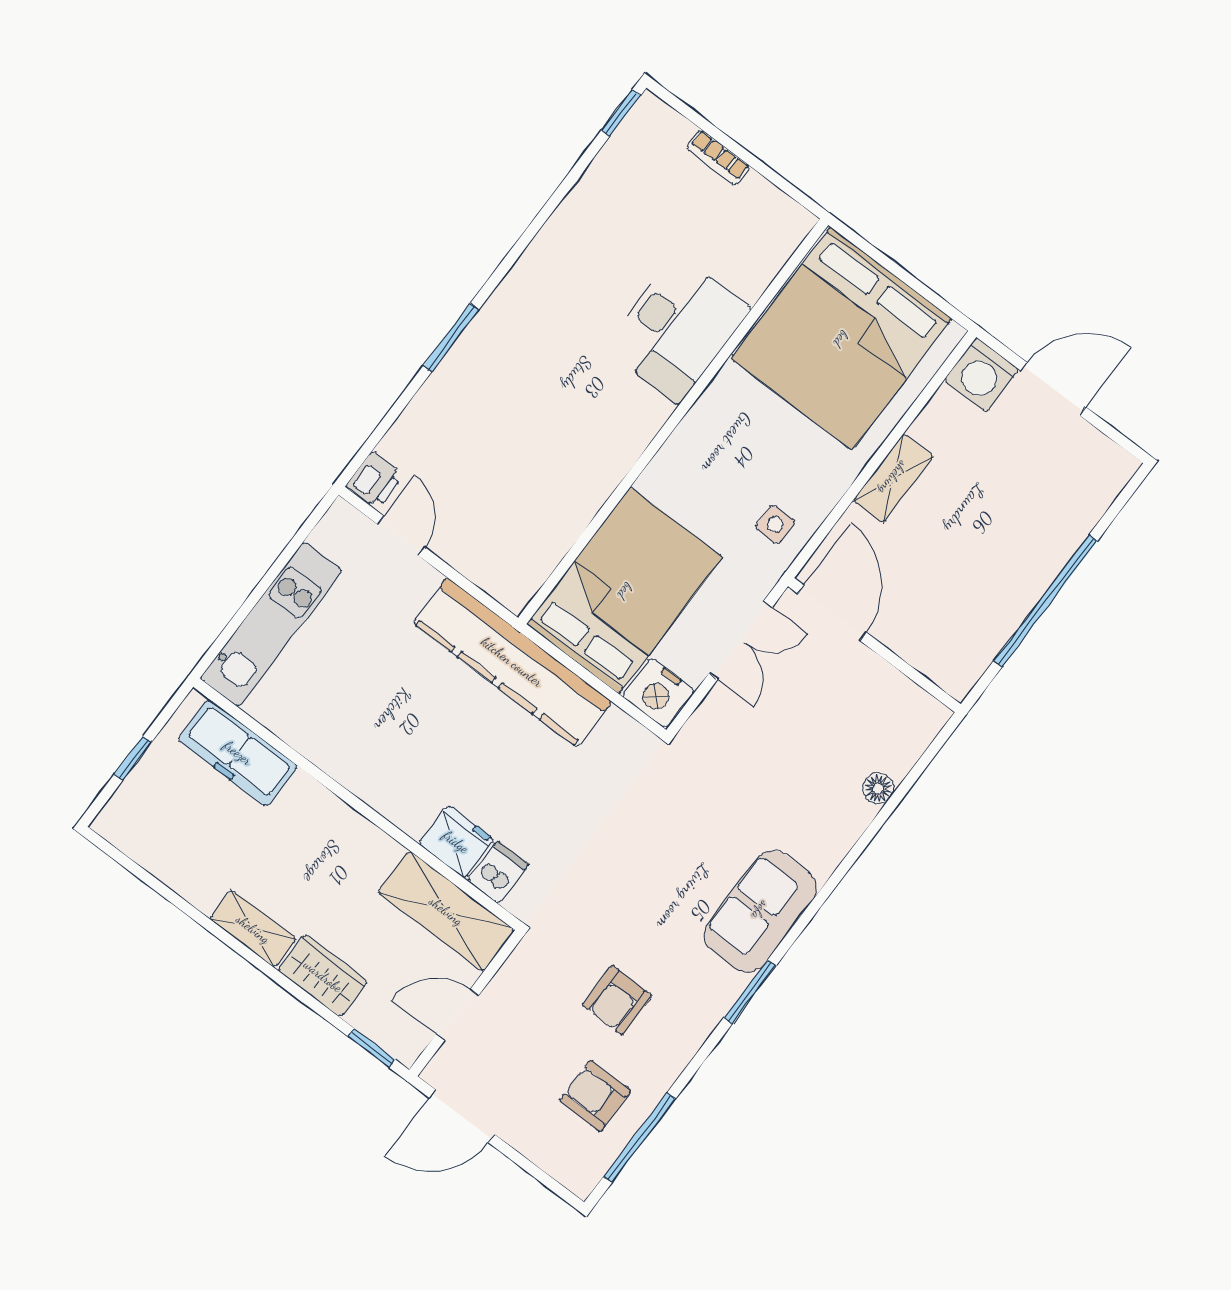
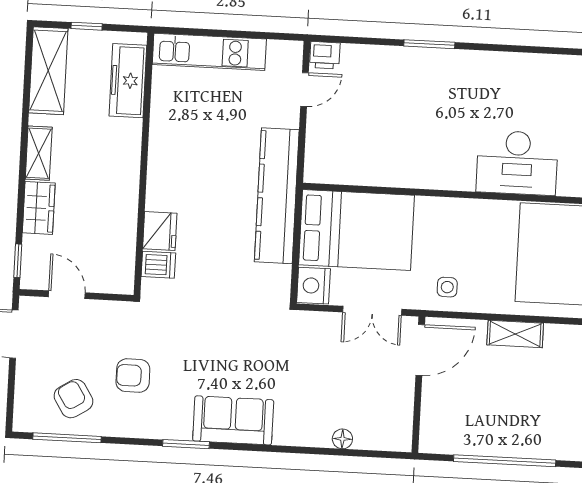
shelving: (446, 911) -> (48, 71), moved
armchair: (595, 1096) -> (73, 399), turned -32

